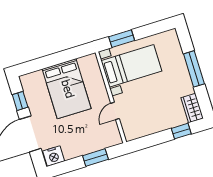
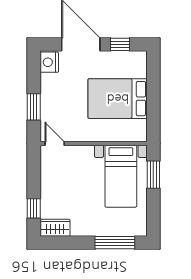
window: (194, 69) -> (115, 243), moved
door: (115, 111) -> (55, 143), moved

